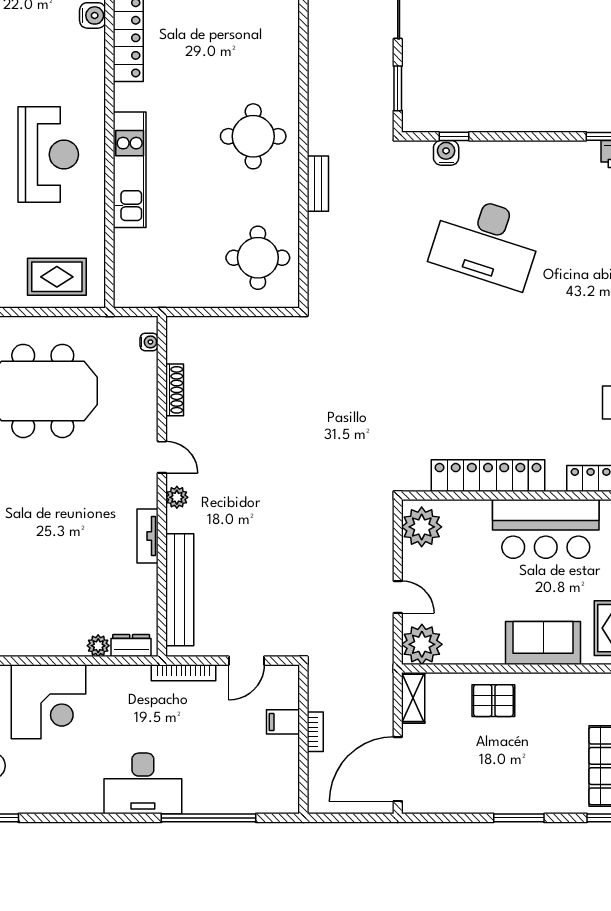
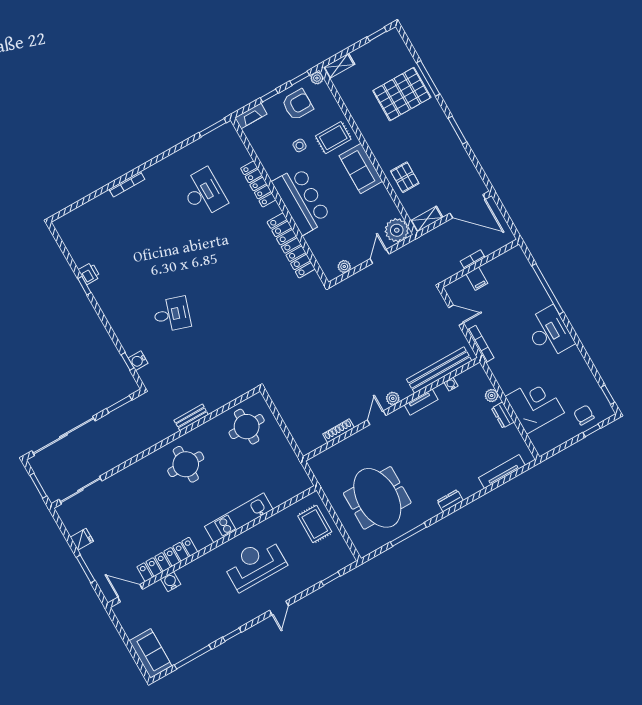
desk: (486, 241) -> (172, 314), width x0.53, depth x0.77
water cooler: (149, 342) -> (451, 384), moved
plant: (422, 527) -> (344, 266), width x0.53, depth x0.53
dresser: (131, 645) -> (503, 415), moved

